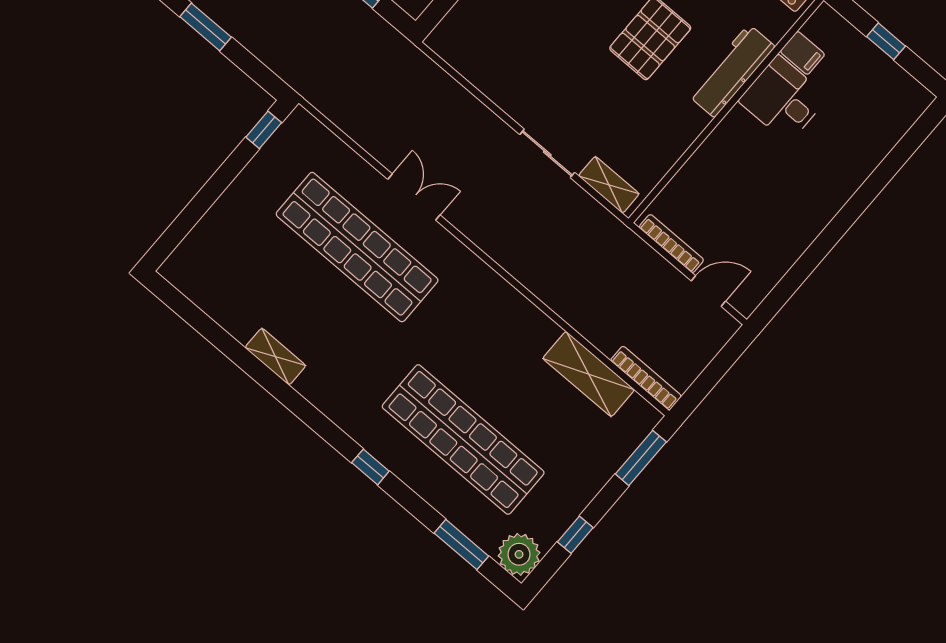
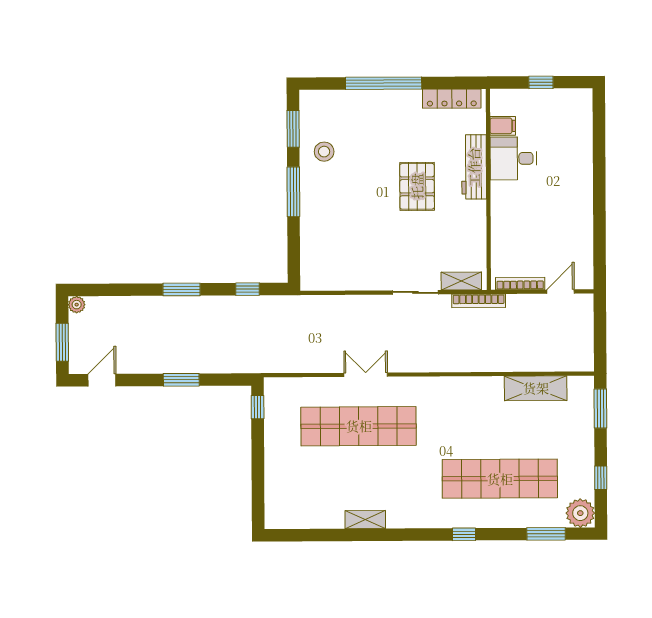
bookcase: (646, 378) -> (479, 301), moved, turned 180

